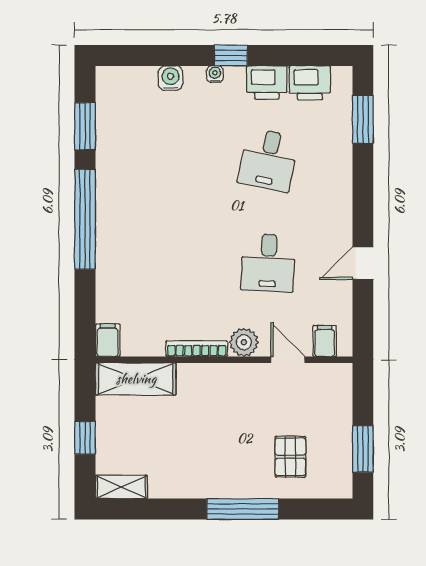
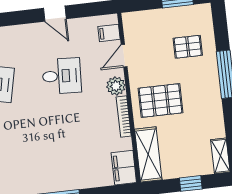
filing cabinet: (108, 340) -> (124, 168), width x2.00
pallet: (214, 407) -> (160, 101), added

